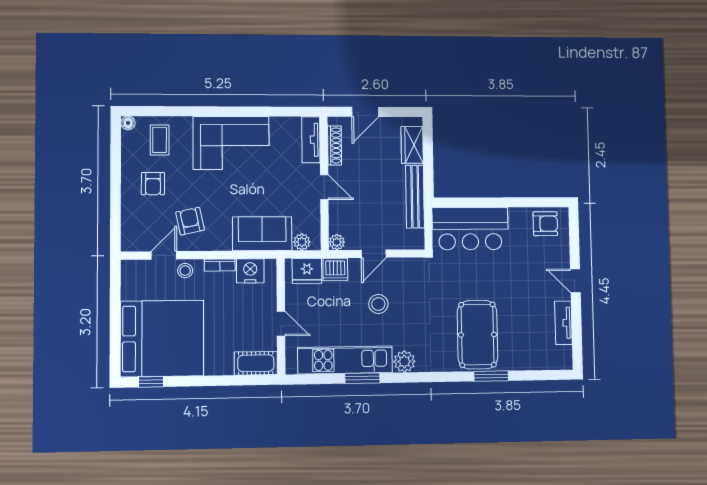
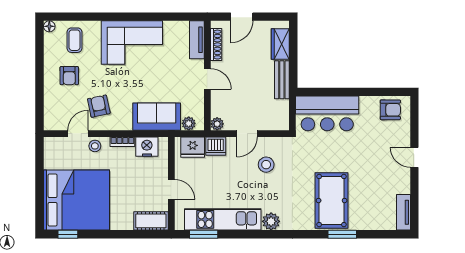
bench: (415, 197) -> (282, 80), width x0.73
stool: (378, 304) -> (266, 165), moved
tv unit: (563, 323) -> (403, 212), moved
window: (362, 378) -> (204, 234), moved

